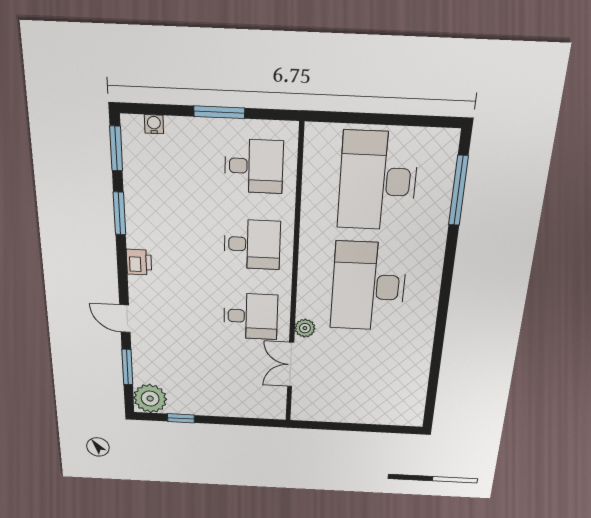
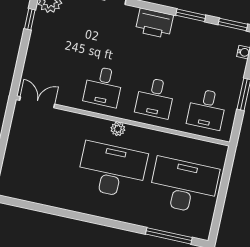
printer: (139, 262) -> (154, 23), width x1.87, depth x1.48
plant: (305, 328) -> (118, 129), moved
double door: (291, 365) -> (37, 102), moved

